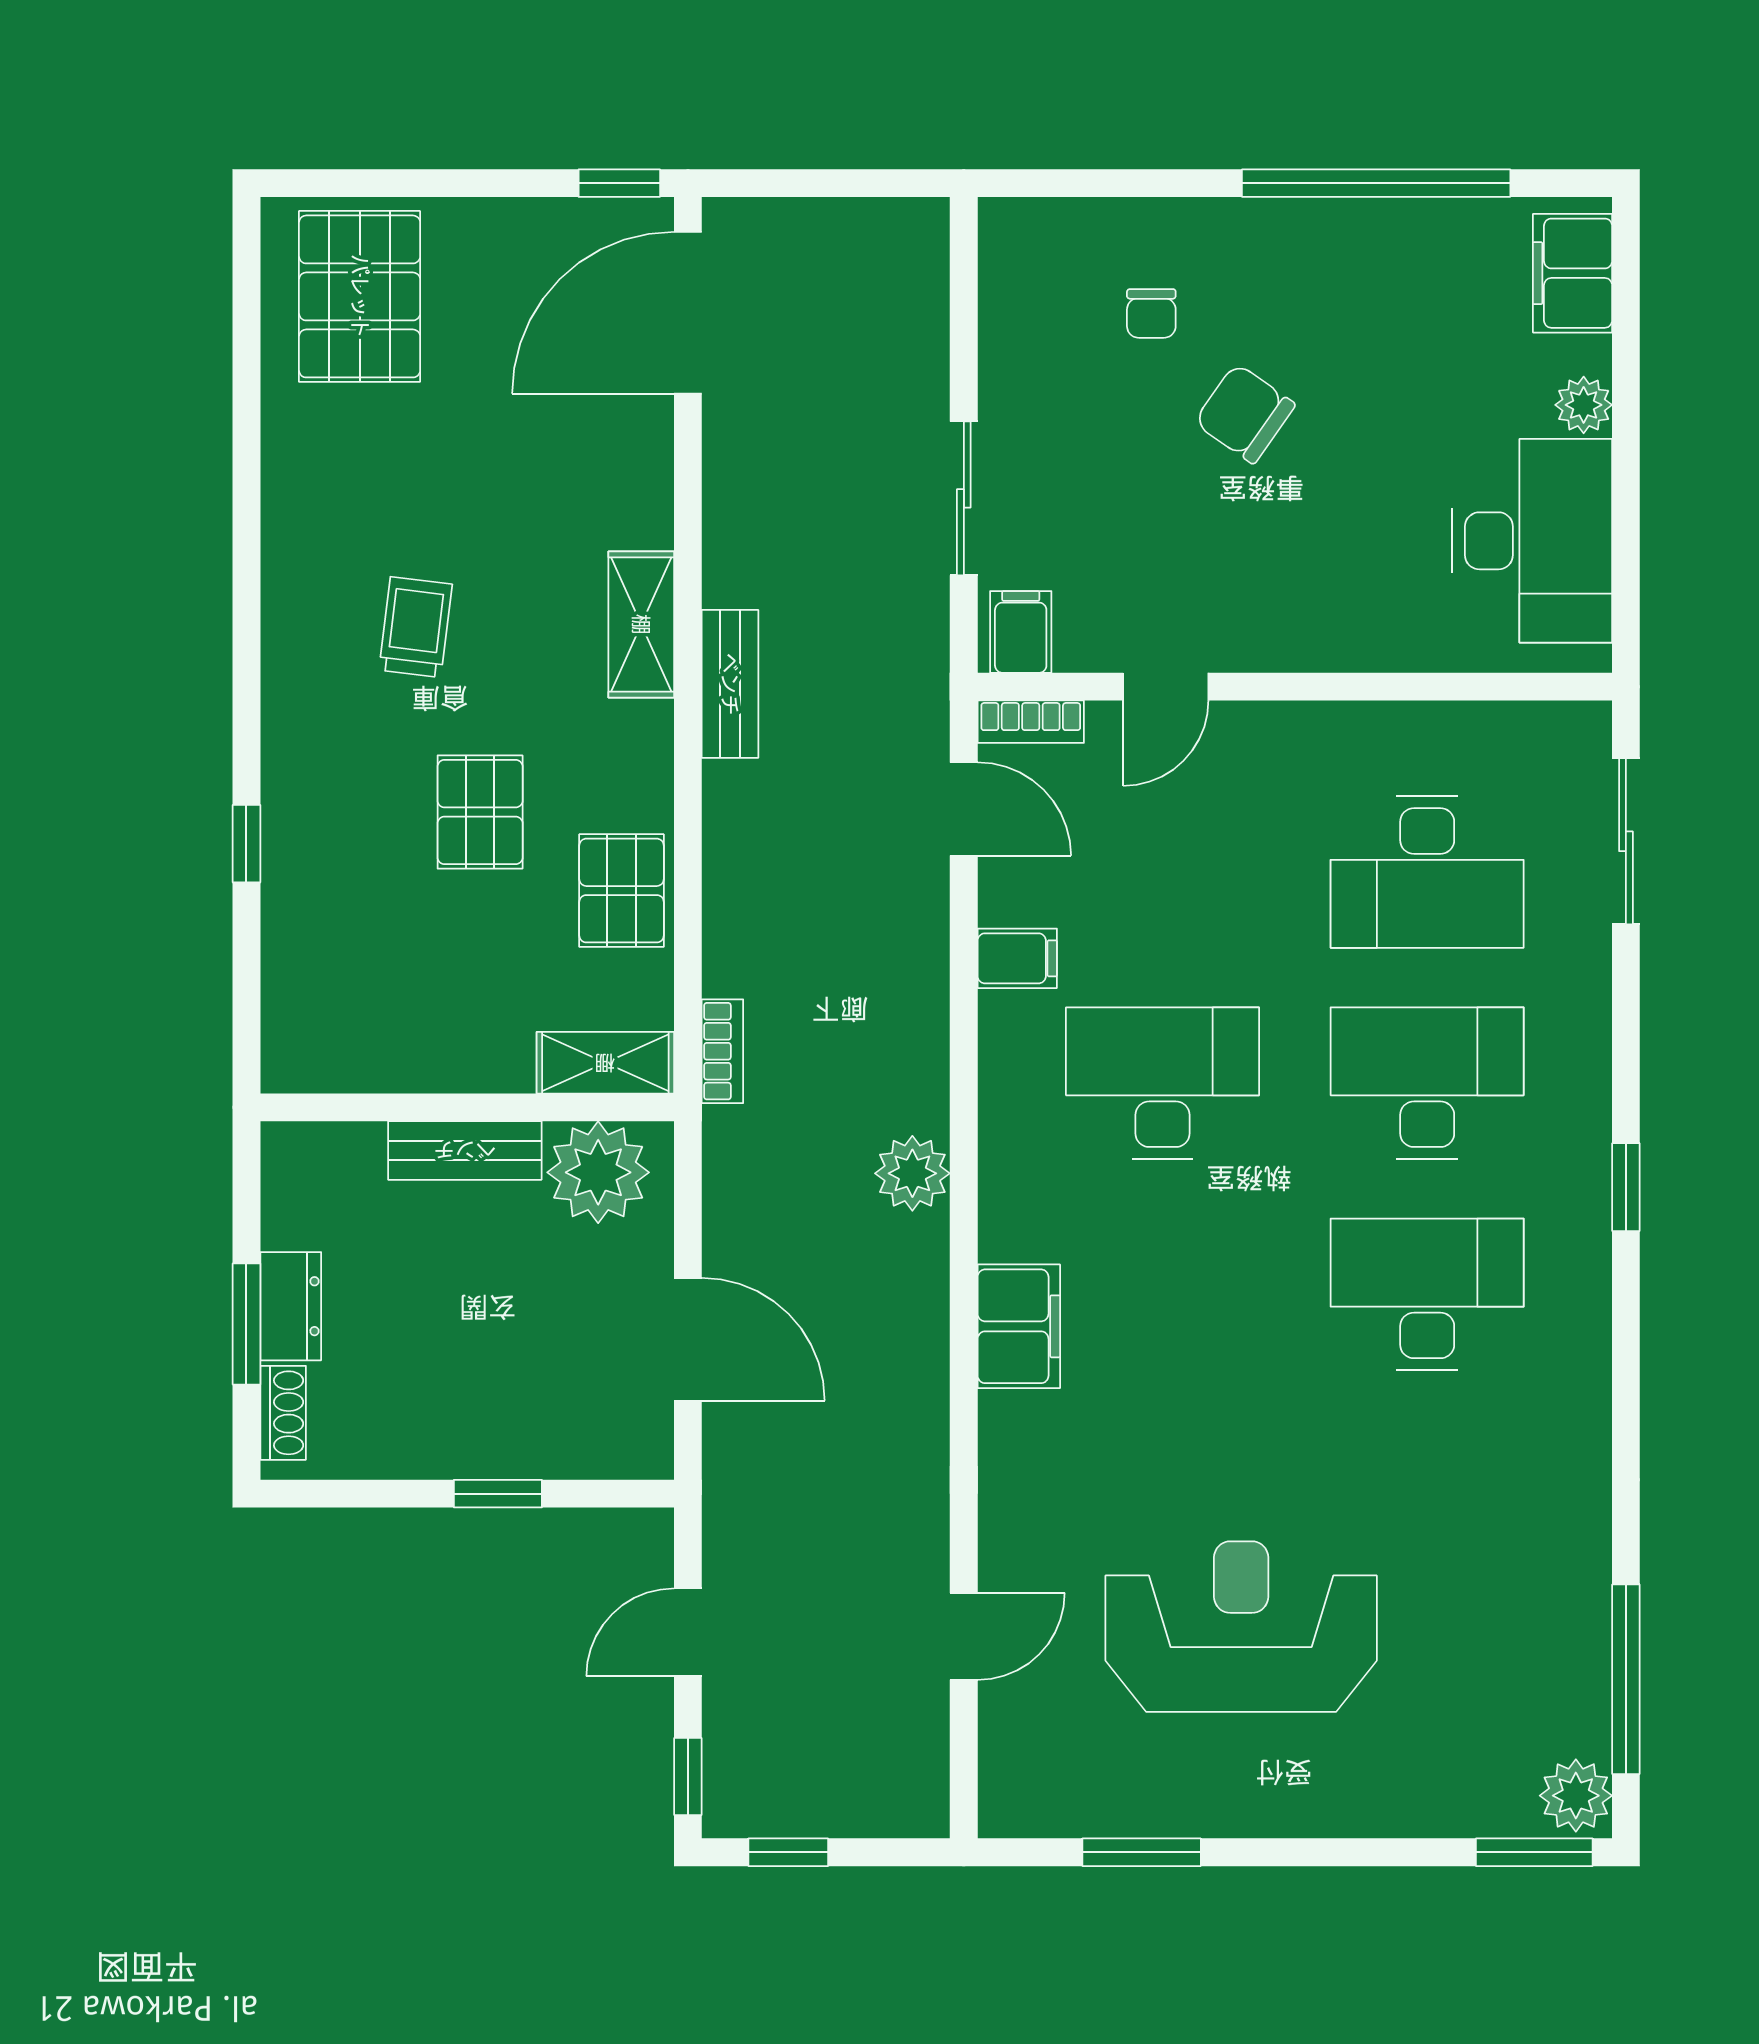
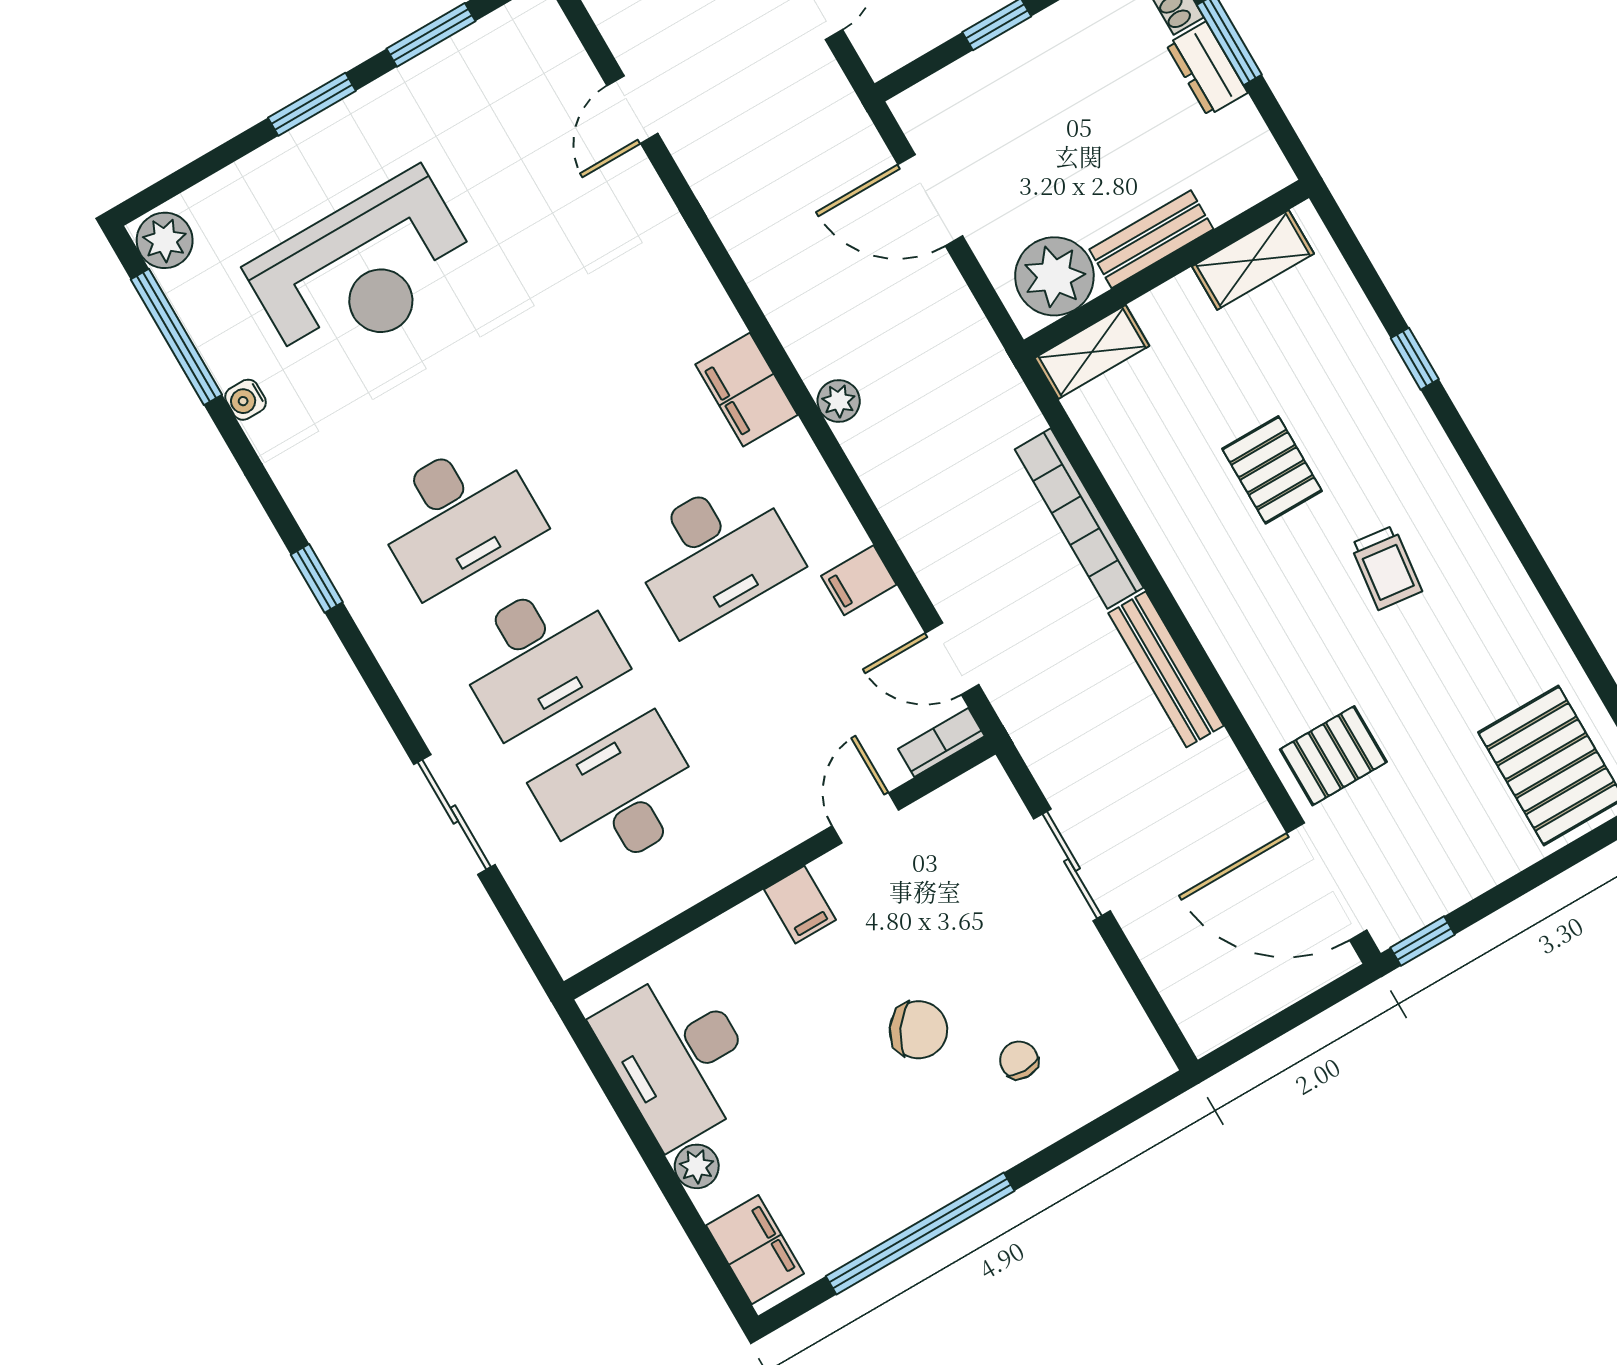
door: (688, 313) -> (1327, 882), swing flipped
shelving: (641, 624) -> (1253, 260), moved, turned 90
filing cabinet: (1021, 632) -> (800, 905), moved
bench: (730, 684) -> (1166, 669), width x1.36
sliding door: (1626, 841) -> (454, 814), moved
pallet: (622, 891) -> (1333, 756), moved, turned 90
bookcase: (722, 1051) -> (1079, 518), moved, width x2.31, depth x1.31
plant: (912, 1173) -> (839, 401), width x0.73, depth x0.73
window: (1626, 1187) -> (317, 578), moved
filing cabinet: (1019, 1326) -> (747, 390), moved
water cooler: (1589, 1563) -> (246, 400), added
reception desk: (1241, 1627) -> (364, 271), moved
window: (1534, 1852) -> (312, 104), moved

